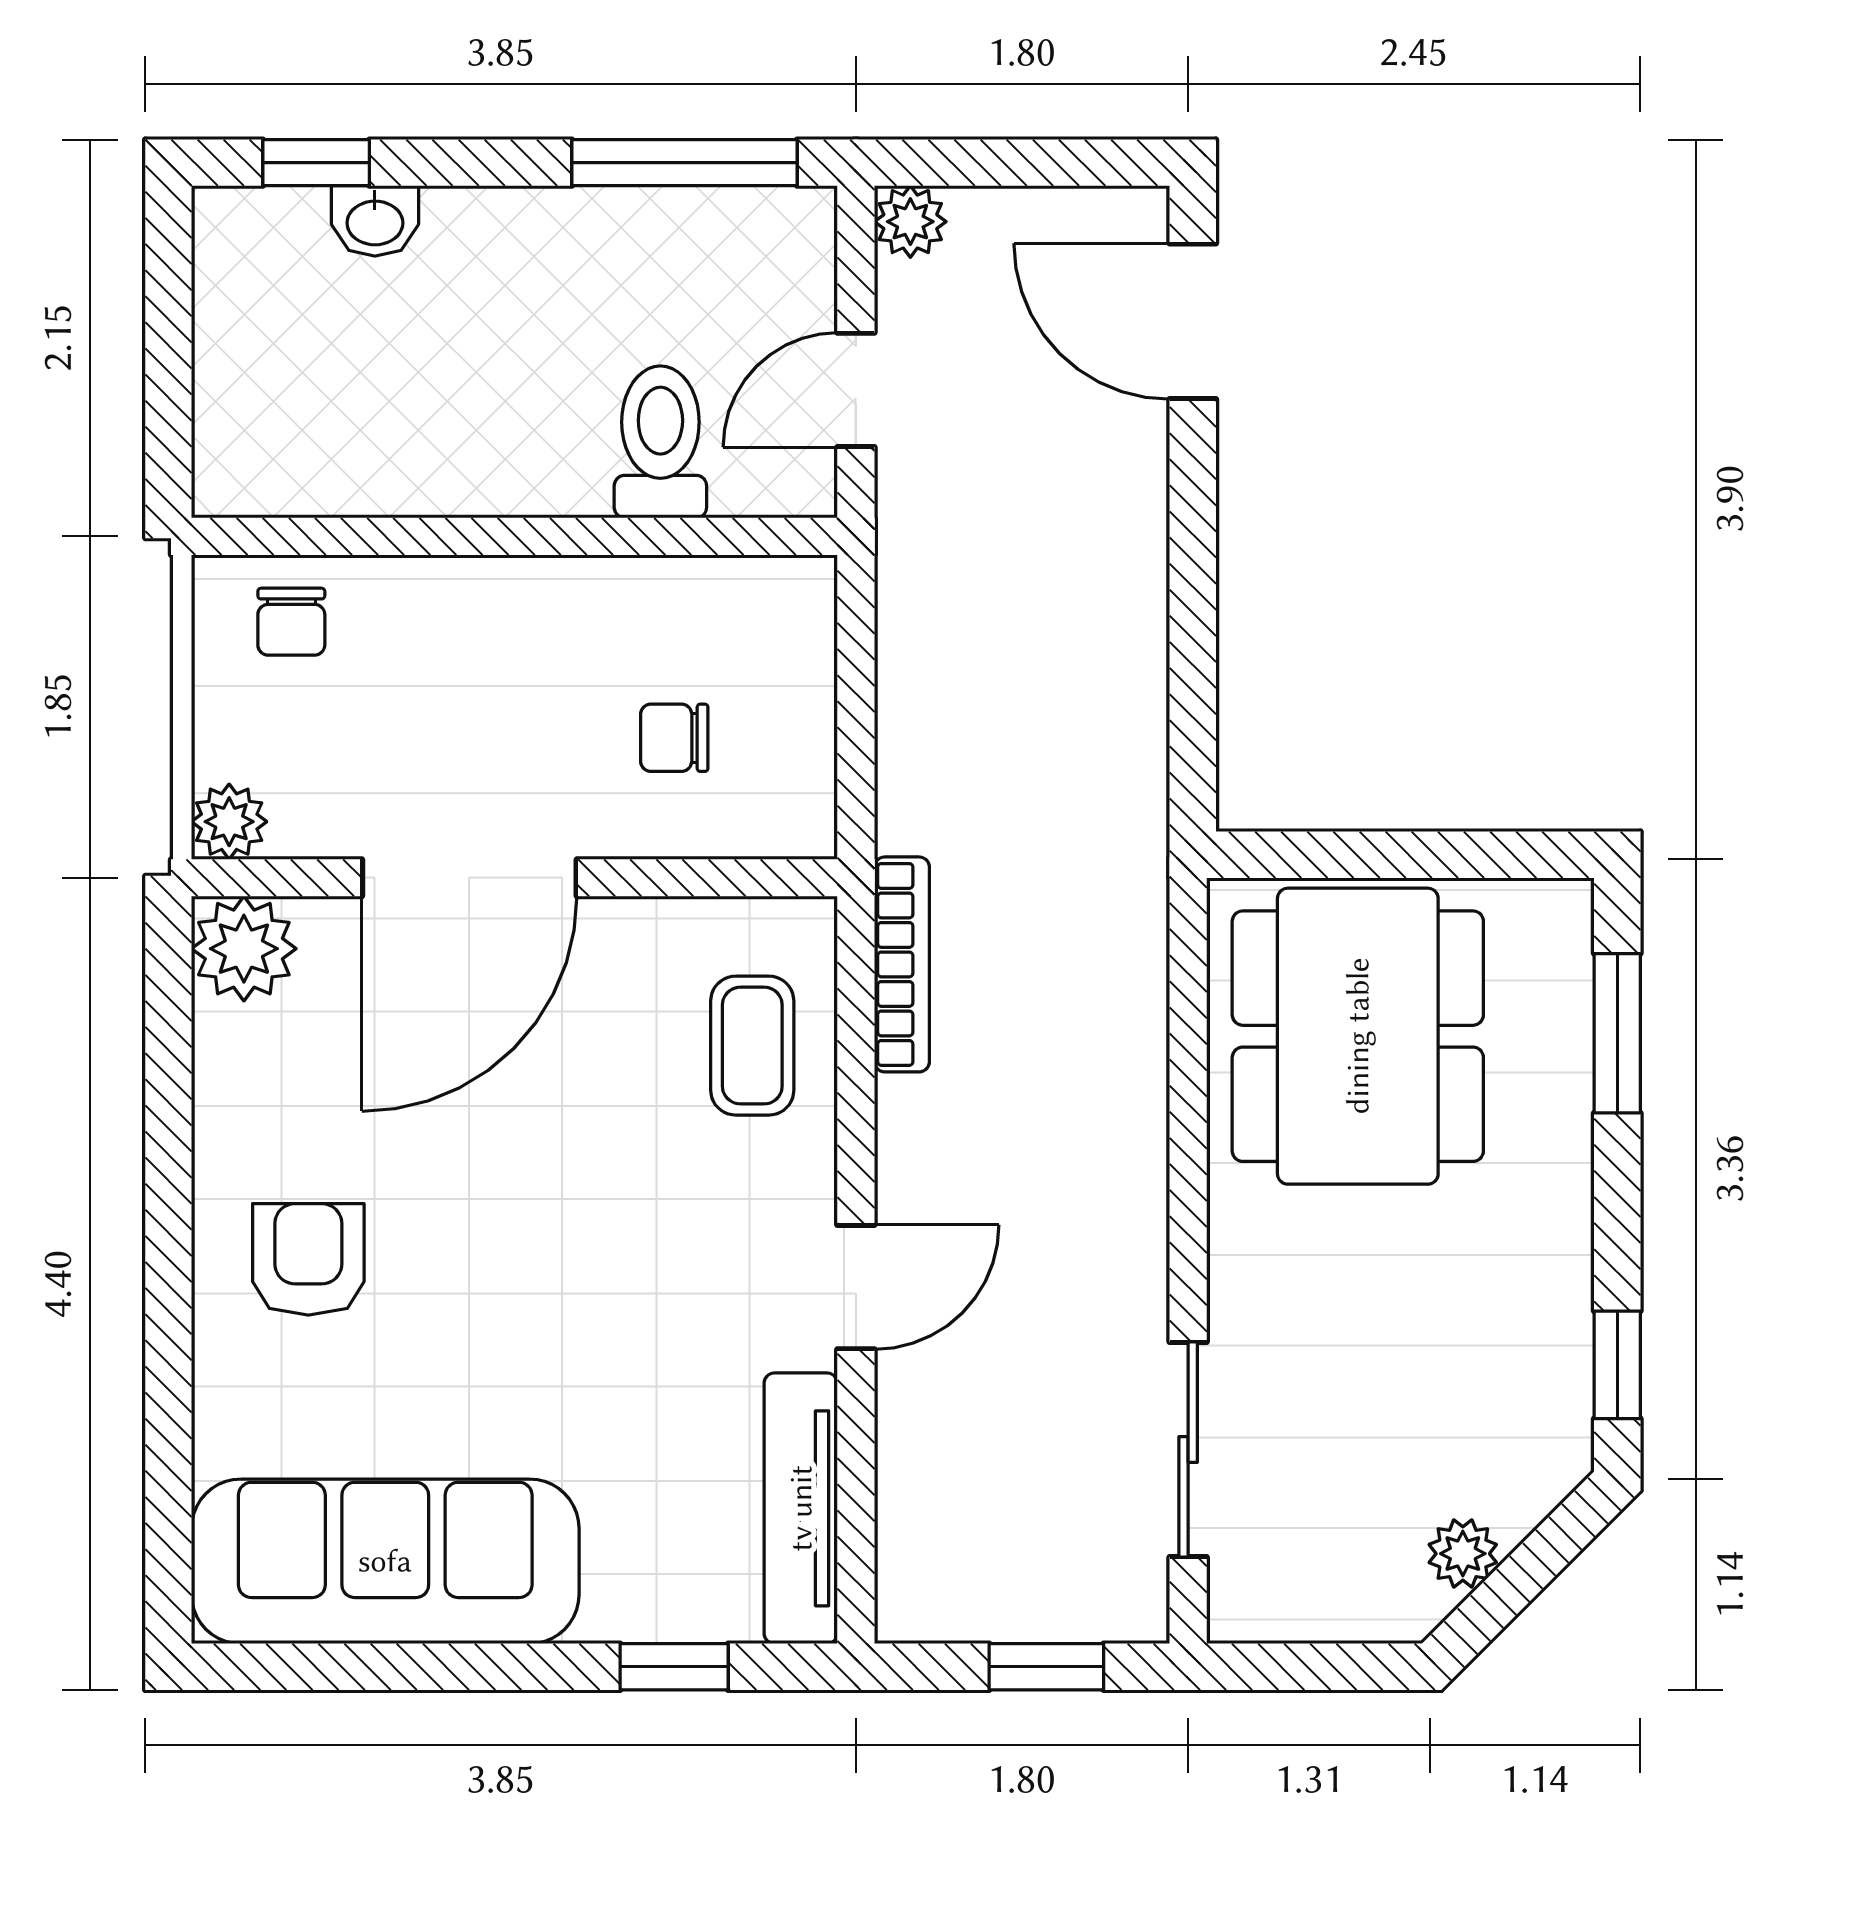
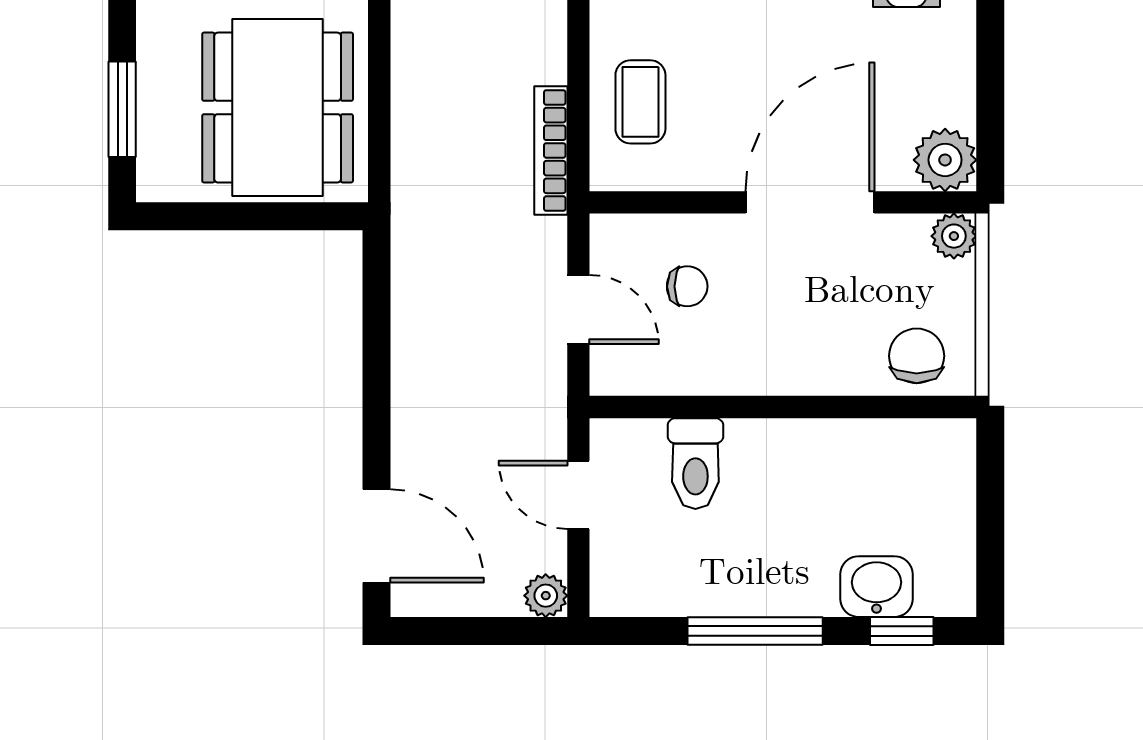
window: (684, 163) -> (755, 631), moved
washbasin: (375, 221) -> (876, 587), width x1.38, depth x1.45
door: (856, 390) -> (578, 495), swing flipped
chair: (291, 622) -> (917, 356), width x1.37, depth x1.37
door: (856, 699) -> (578, 309), added

